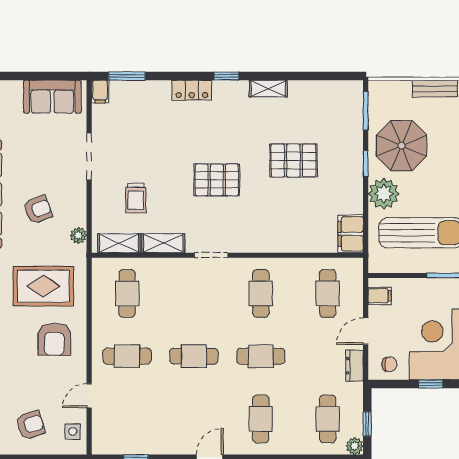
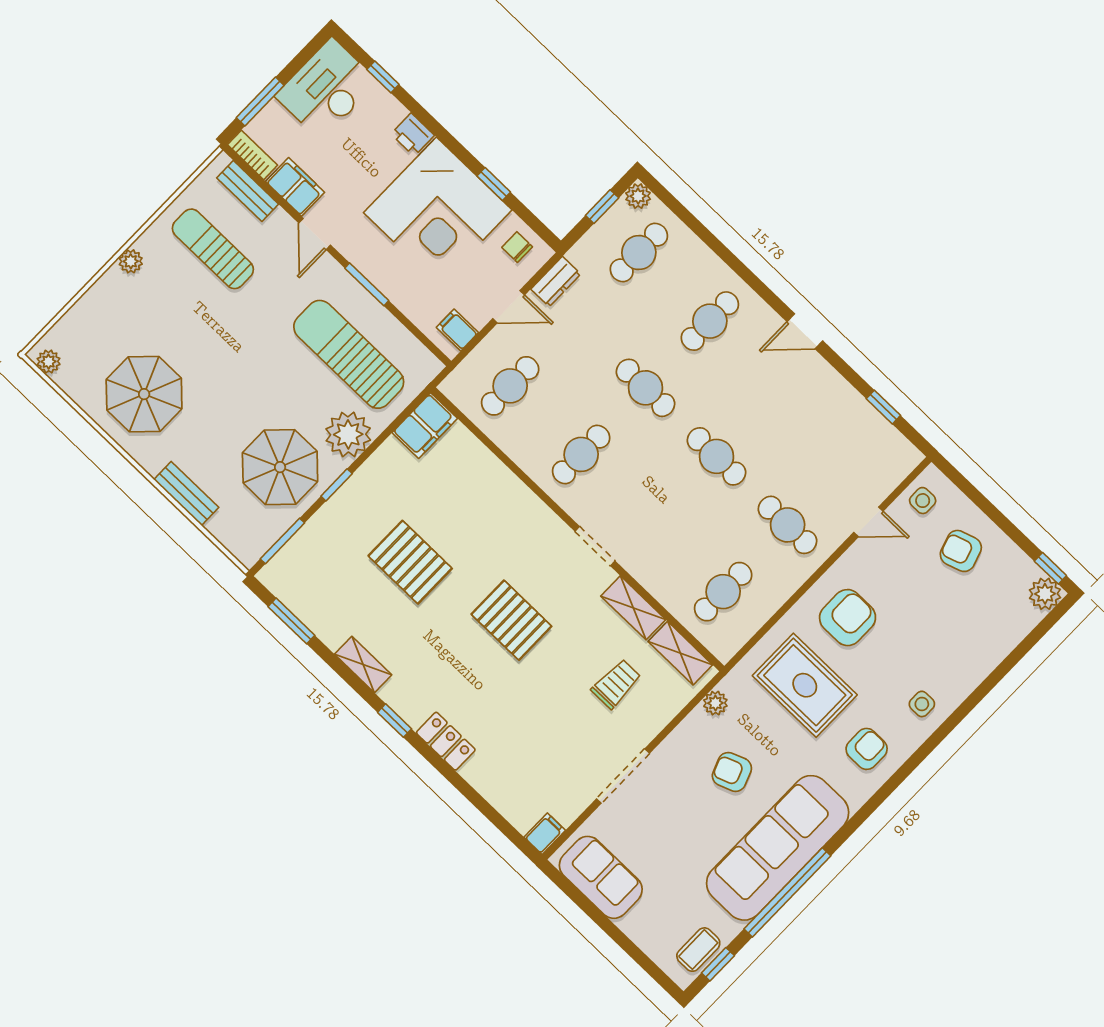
window: (127, 76) -> (291, 621), moved

